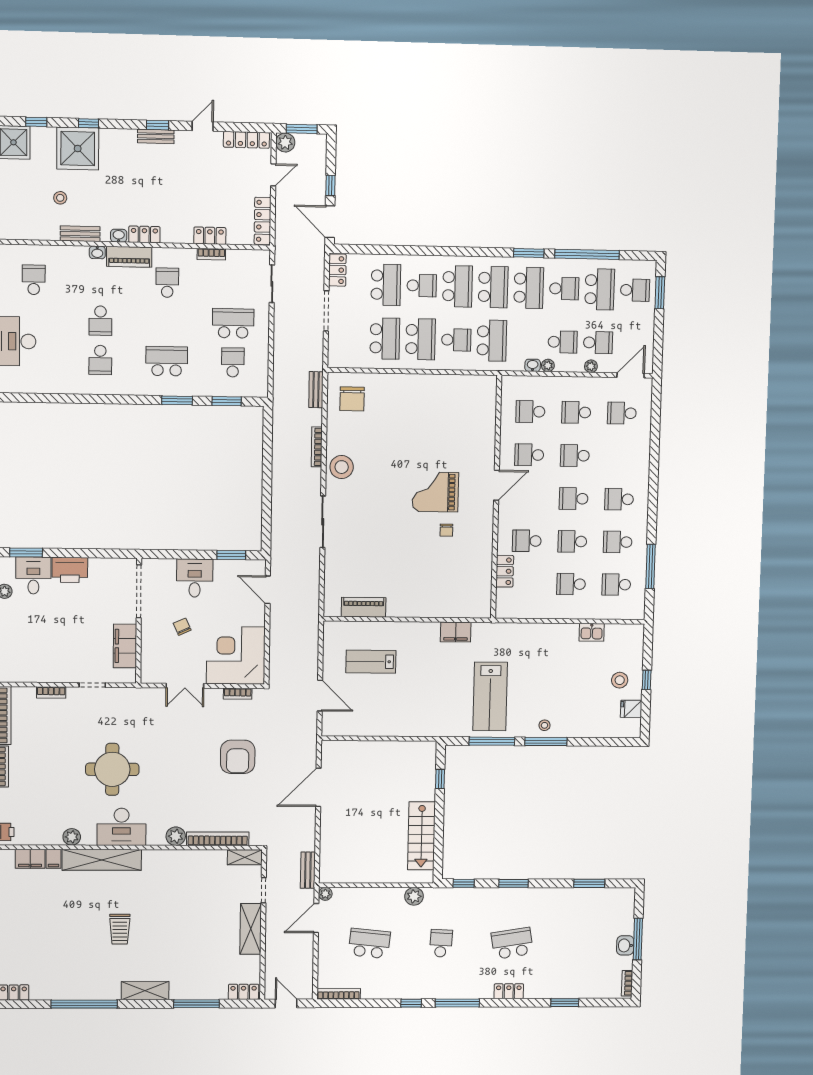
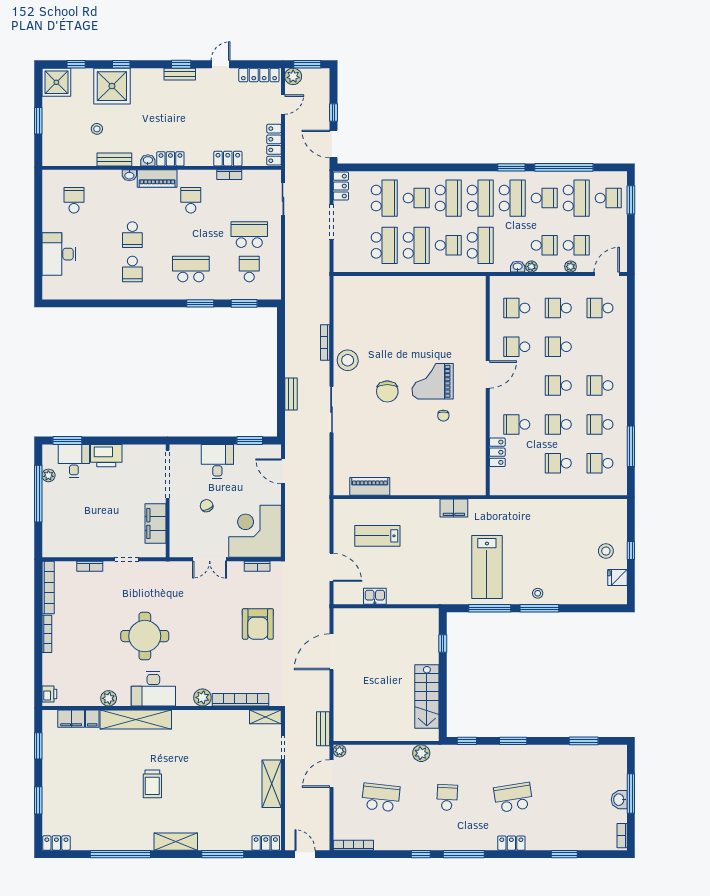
bench: (316, 390) -> (291, 394), moved
chair: (352, 399) -> (387, 391), moved
kitchen sink: (592, 632) -> (375, 596), moved, turned 180

